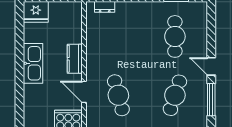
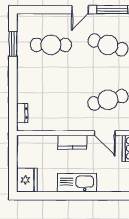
door: (84, 92) -> (105, 133), hinge flipped

